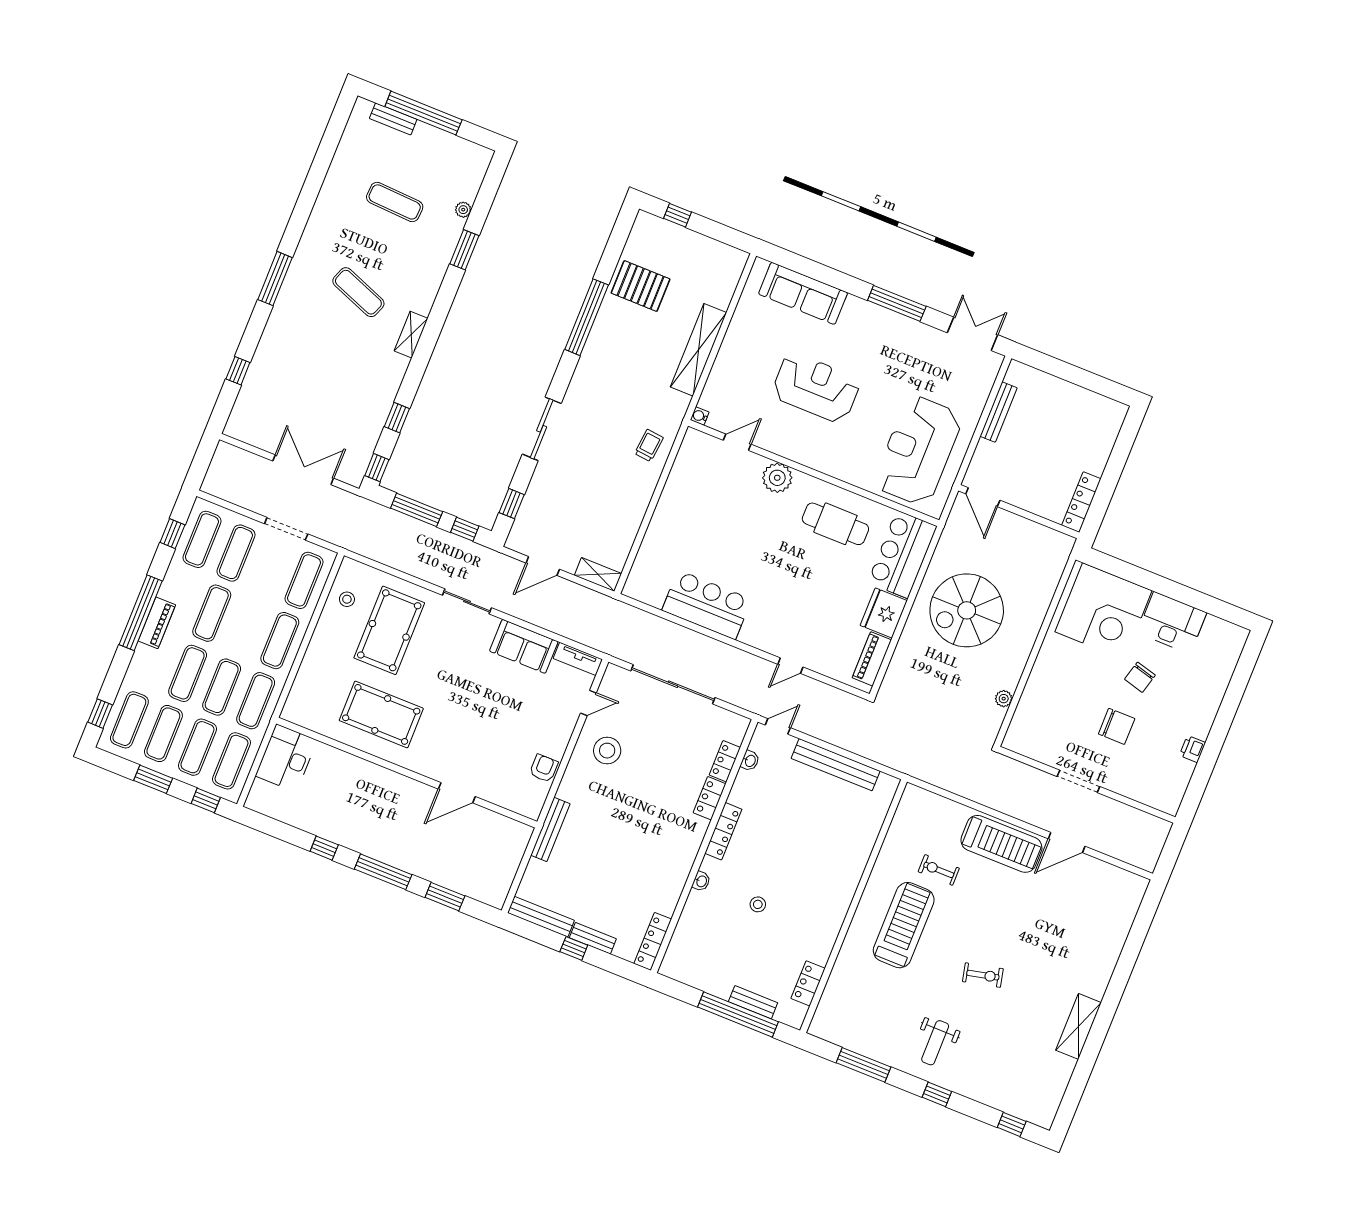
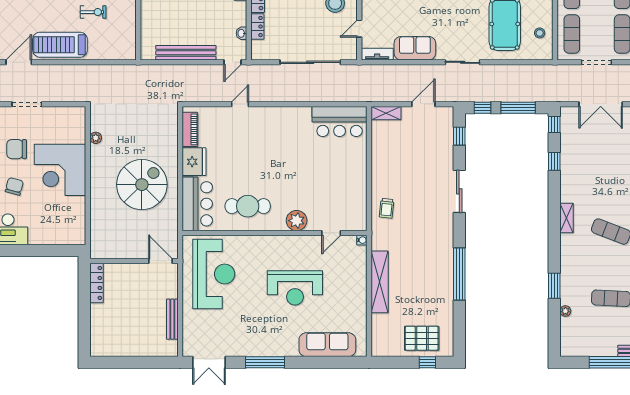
pallet: (641, 286) -> (422, 338), moved
bar counter: (707, 605) -> (340, 122), moved
corner desk: (1104, 611) -> (60, 170), moved, turned -90

